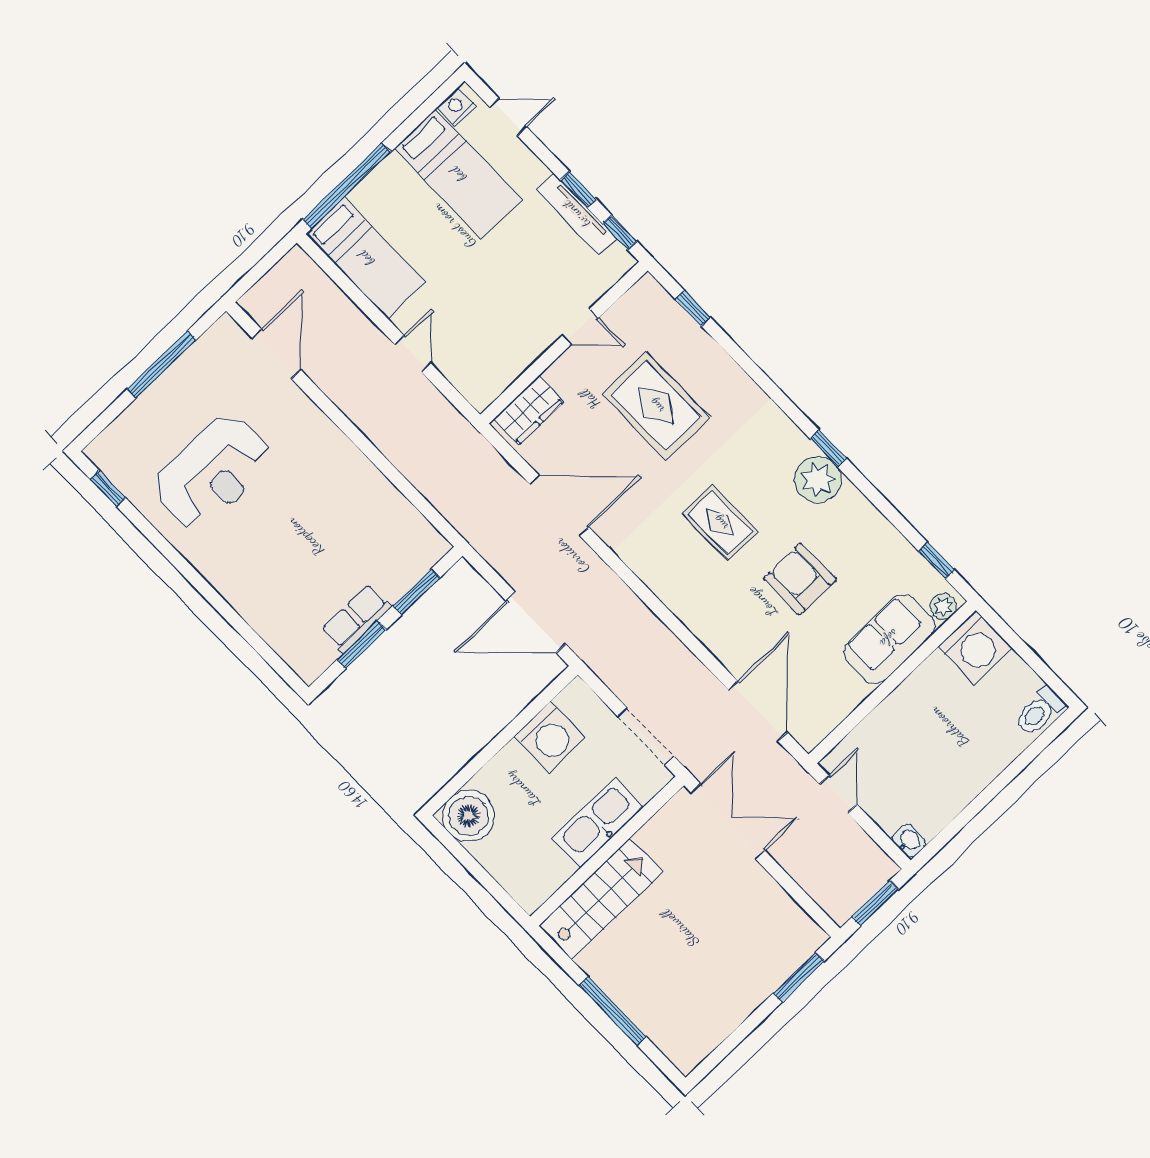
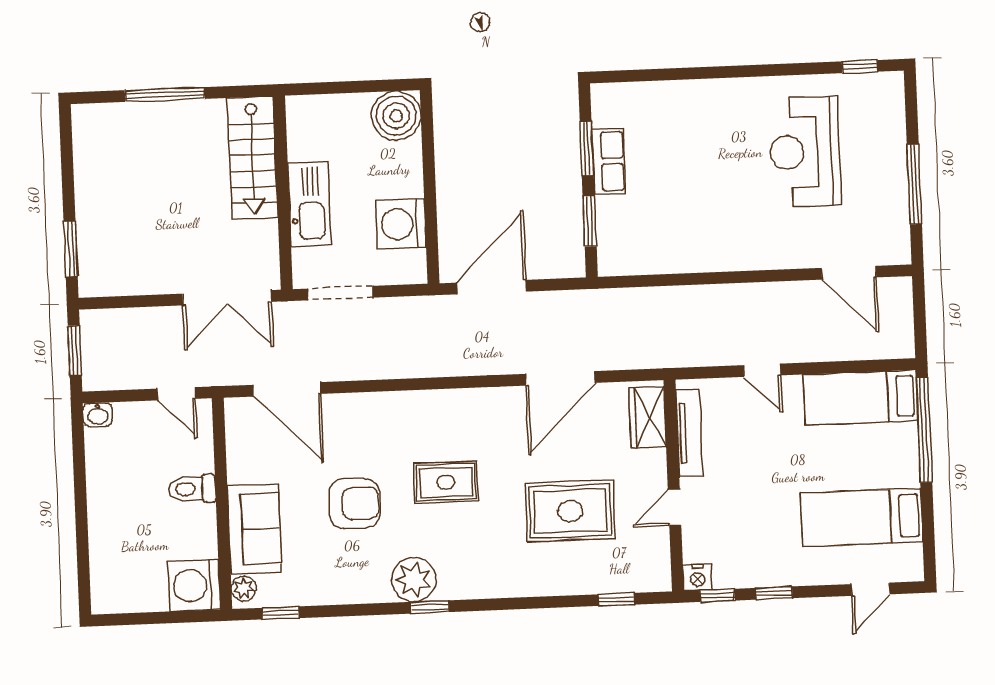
nightstand: (457, 107) -> (697, 577), moved, turned 90
tv unit: (576, 214) -> (689, 433), moved, turned 90
toilet: (1039, 711) -> (192, 489), moved, turned -90

